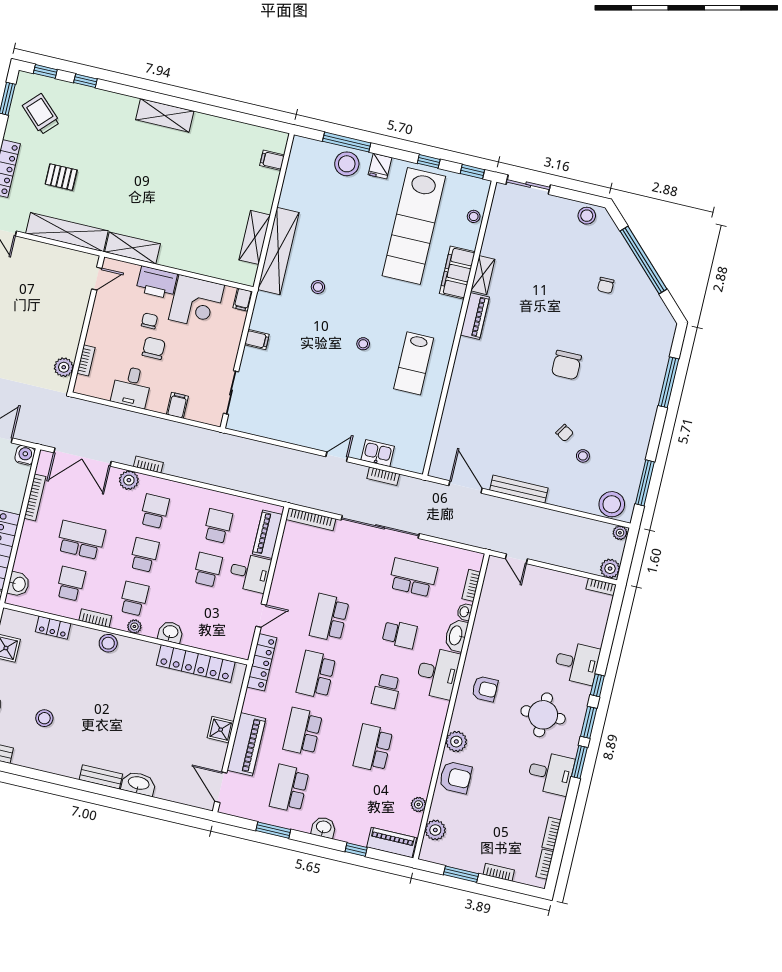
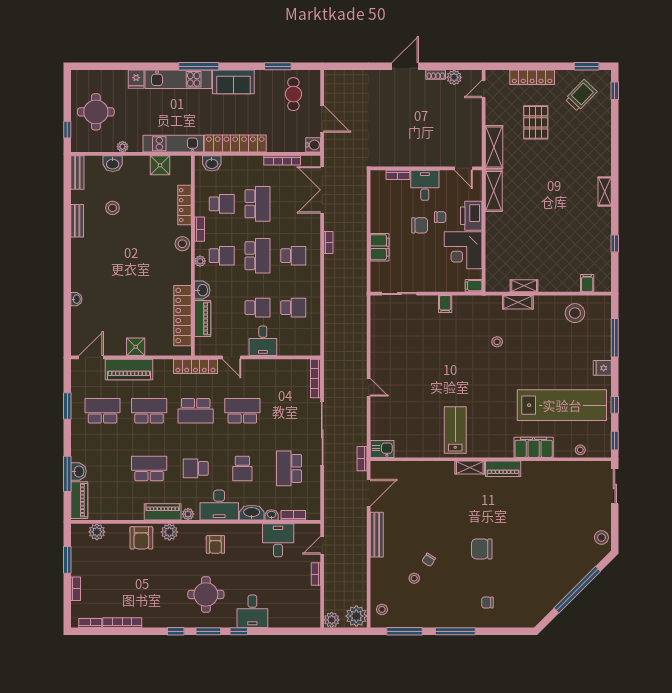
window: (85, 81) -> (615, 244), moved
shelving: (165, 115) -> (605, 192), width x0.67, depth x0.75
stool: (347, 164) -> (575, 313), moved
pallet: (61, 177) -> (536, 122), width x1.50, depth x1.42
lab bench: (414, 226) -> (562, 405), turned 180
shelving: (67, 232) -> (494, 147), width x0.68
shelving: (255, 237) -> (524, 286), width x0.67, depth x0.75
shelving: (278, 251) -> (518, 302), width x0.45, depth x0.75
shelving: (483, 275) -> (470, 468), moved
chair: (606, 285) -> (487, 603), moved
stool: (363, 344) -> (461, 387), removed
lab bench: (414, 363) -> (455, 430), turned 90
plant: (64, 367) -> (388, 159), removed
window: (668, 382) -> (455, 631), moved
desk: (131, 387) -> (425, 185), moved, turned 90
filing cabinet: (177, 405) -> (380, 247), width x2.00
kitchen sink: (378, 453) -> (382, 449), moved, turned -90
bookcase: (383, 476) -> (362, 459), moved
plant: (129, 480) -> (313, 230), removed
stool: (612, 504) -> (382, 609), width x0.53, depth x0.53
plant: (620, 533) -> (356, 616), width x1.87, depth x1.87
piano: (268, 534) -> (203, 318), moved, turned 90
school desk: (144, 555) -> (257, 256), width x1.85
school desk: (413, 577) -> (289, 468), turned 180
bookcase: (601, 587) -> (316, 574), moved
locker: (53, 628) -> (184, 205), width x1.53
school desk: (316, 675) -> (196, 411), turned 180
piano: (430, 744) -> (163, 512), added
window: (579, 762) -> (176, 631), width x0.67
desk: (551, 773) -> (278, 540), moved, turned 180
bench: (101, 777) -> (77, 221), moved
washbasin: (139, 784) -> (76, 299), width x0.52, depth x0.69
plant: (418, 804) -> (188, 514), moved
washbasin: (324, 827) -> (79, 471), moved
bookcase: (551, 834) -> (122, 623), width x1.56
window: (356, 849) -> (67, 474), width x2.17

